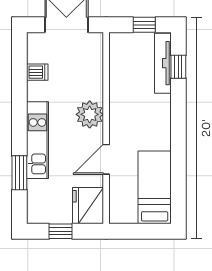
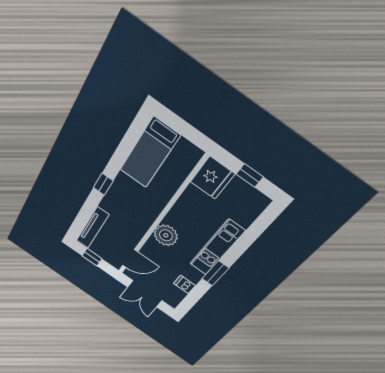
window: (178, 67) -> (103, 184), moved
door: (106, 159) -> (130, 259), moved
window: (19, 173) -> (215, 273), moved

